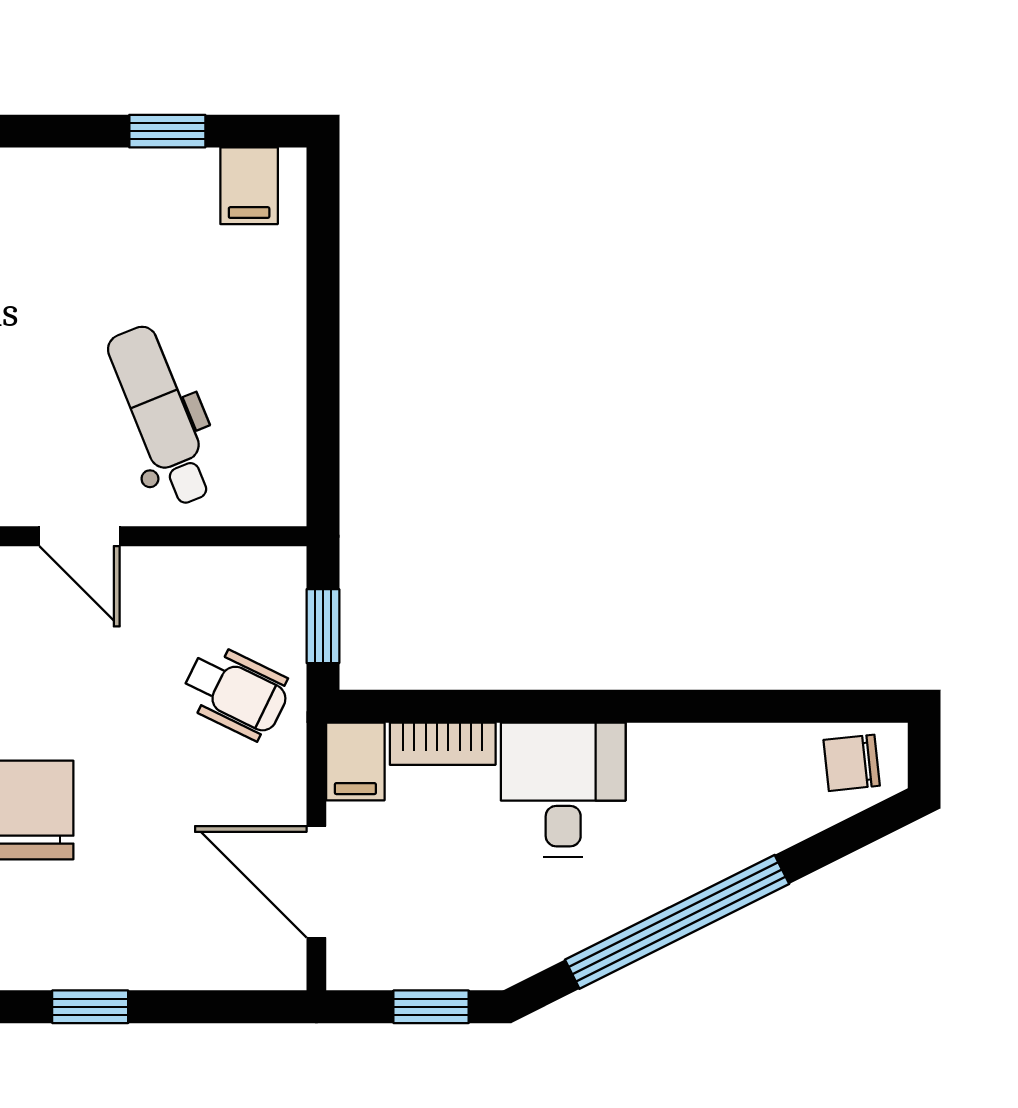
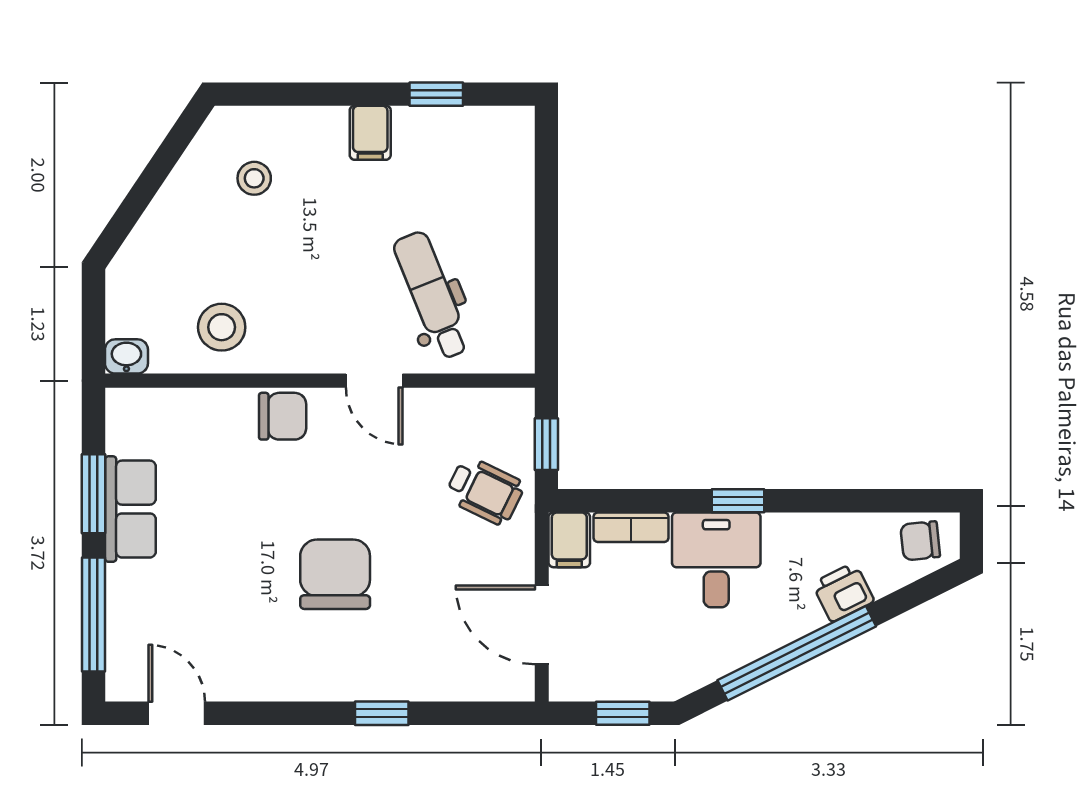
filing cabinet: (249, 186) -> (370, 133), moved
window: (594, 706) -> (738, 501), added
printer: (743, 836) -> (843, 592), added

